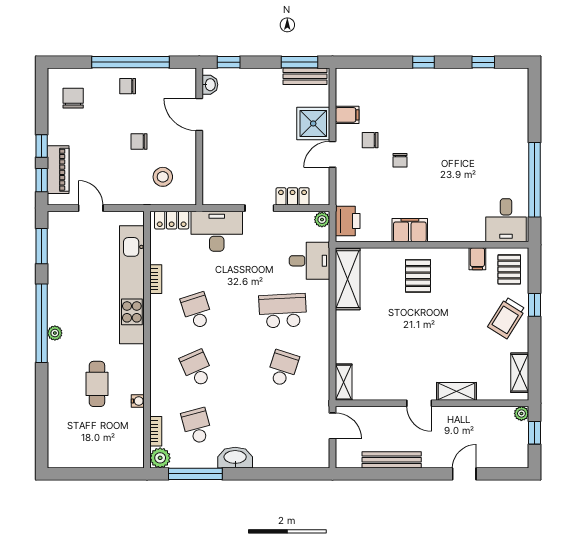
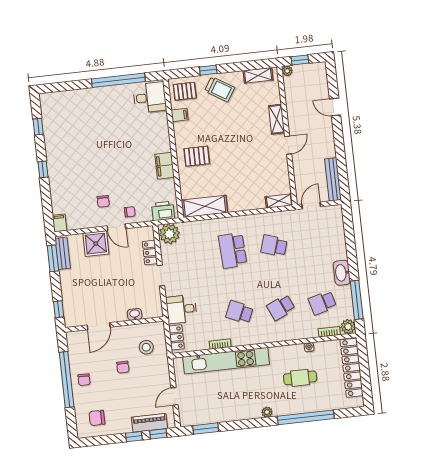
washbasin: (210, 85) -> (135, 314), moved
filing cabinet: (347, 115) -> (60, 223), moved
chair: (400, 160) -> (130, 212), moved
plant: (322, 220) -> (169, 234), width x1.87, depth x1.87
desk: (217, 231) -> (181, 309), width x0.73
desk: (310, 261) -> (195, 235), removed
school desk: (197, 311) -> (240, 312), turned 42
window: (42, 323) -> (306, 417), moved
locker: (103, 456) -> (352, 368), added
bench: (392, 460) -> (333, 179), moved

